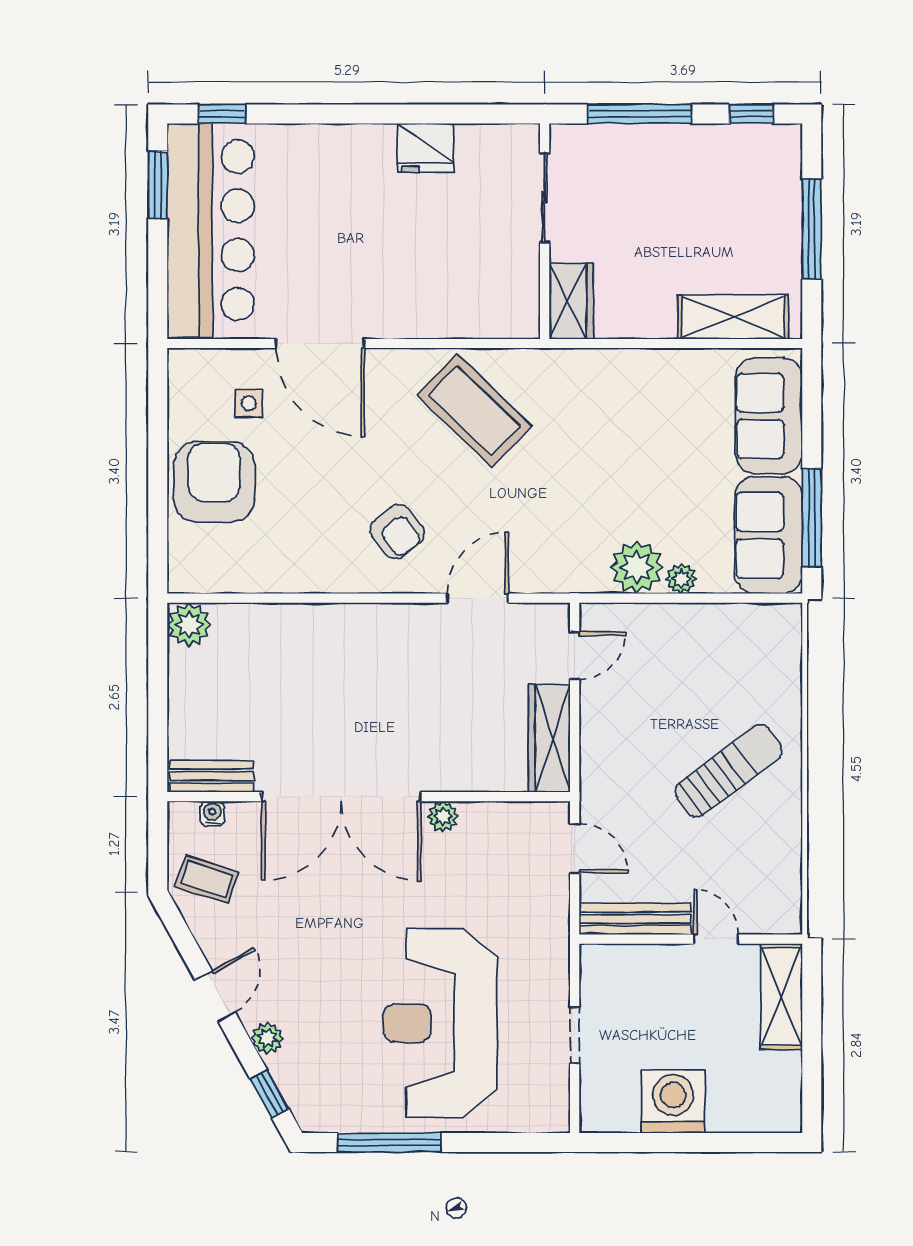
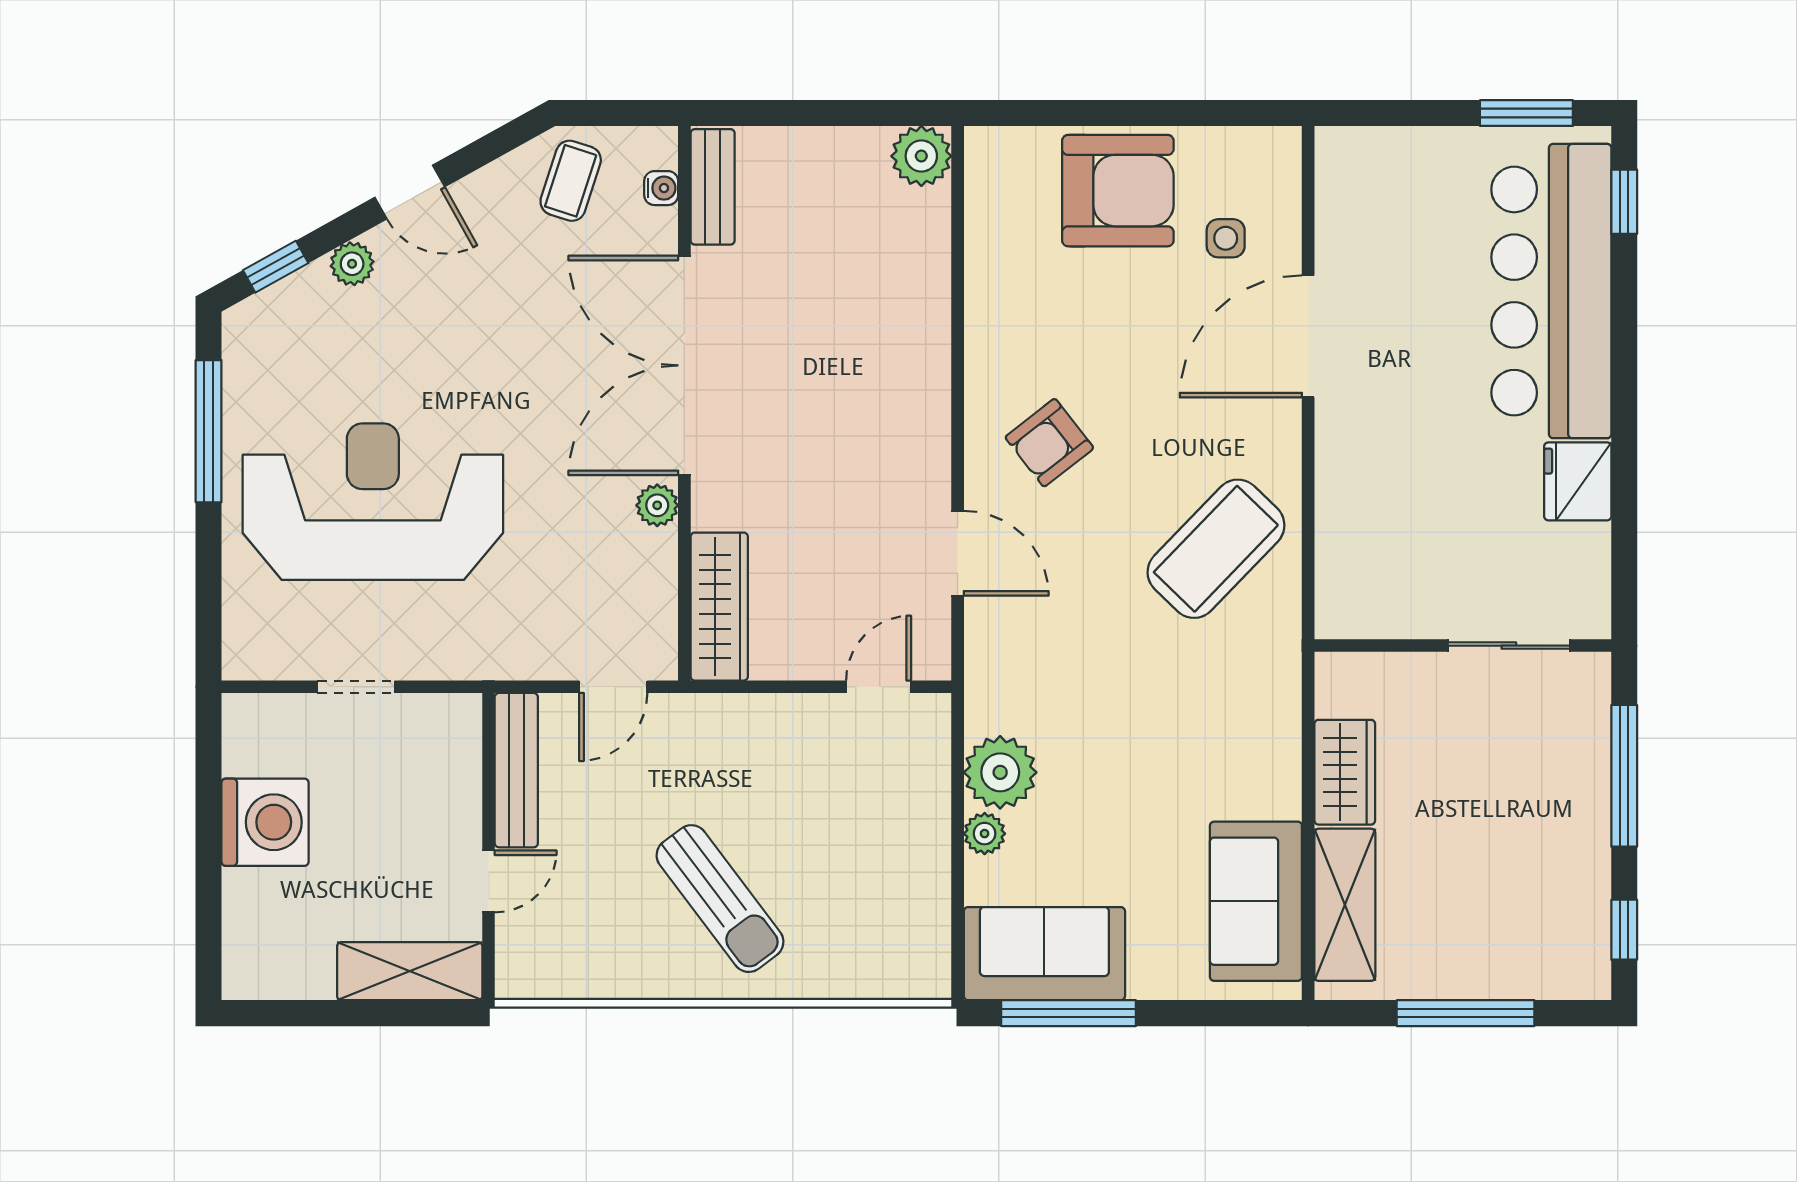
bar counter: (211, 230) -> (1551, 291), moved, turned 90
wardrobe: (571, 301) -> (1345, 772), moved, turned -90
sofa: (769, 416) -> (1256, 901), moved, turned -90
door: (575, 656) -> (879, 687), swing flipped
wardrobe: (549, 738) -> (719, 607), moved, turned 90

